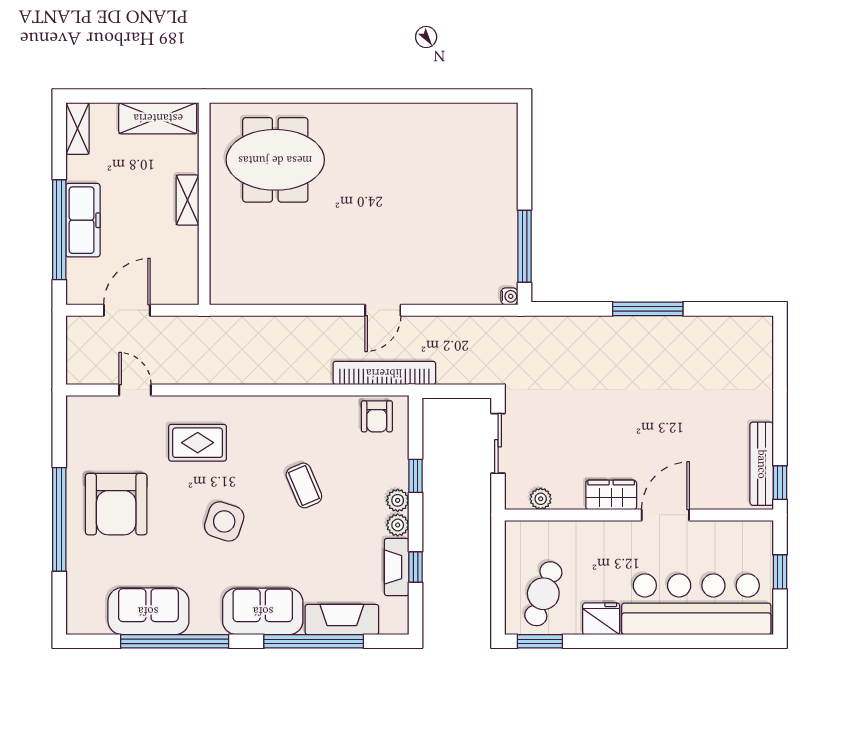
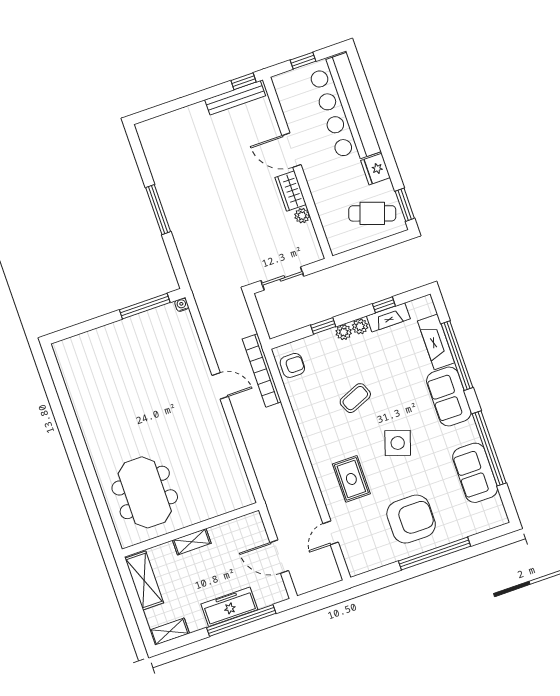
plant: (541, 499) -> (302, 216), moved

